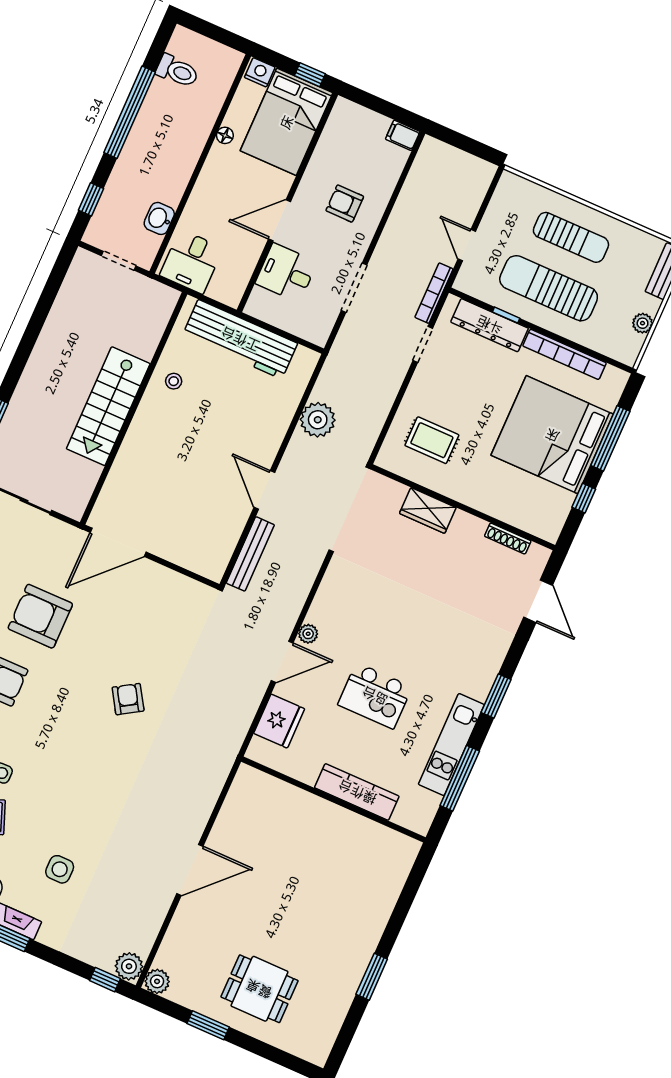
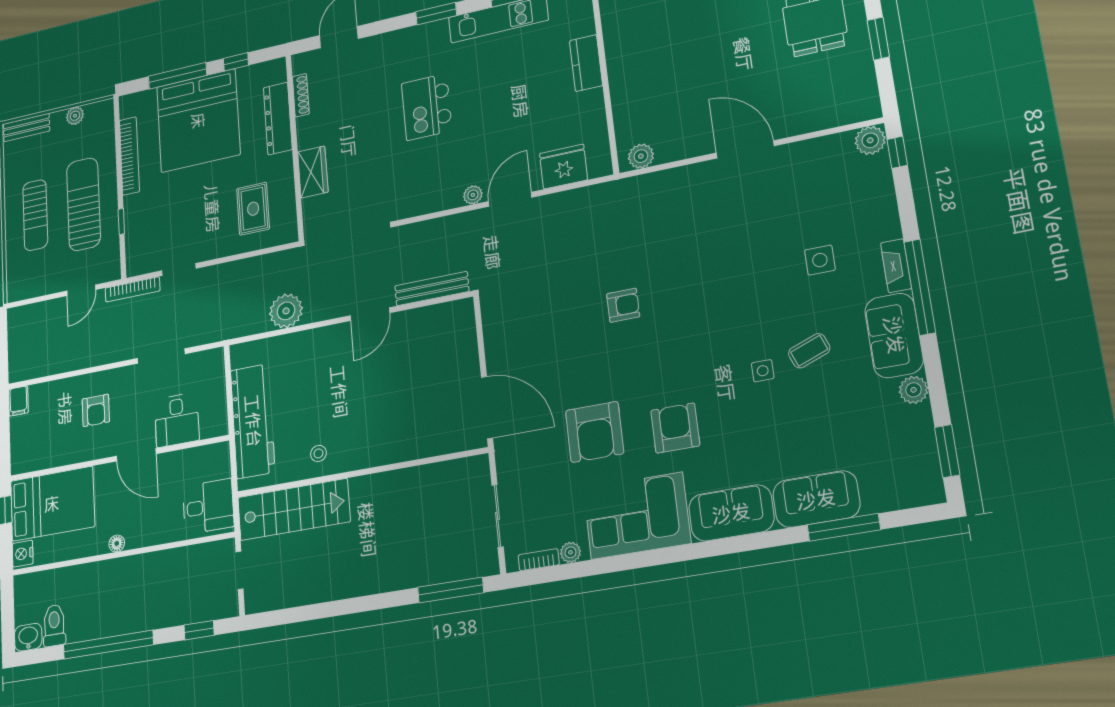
floor lamp: (225, 135) -> (117, 543), moved
washbasin: (159, 218) -> (28, 637), moved, turned 180
sun lounger: (571, 237) -> (35, 215), turned 180
sun lounger: (549, 288) -> (83, 204), turned 180
dresser: (490, 325) -> (278, 118), moved, turned 180
stairs: (108, 406) -> (294, 509), moved
door: (282, 662) -> (510, 199), hinge flipped
kitchen island: (375, 696) -> (427, 107), moved, turned 180
armchair: (128, 699) -> (623, 305), turned -148
kitchen counter: (357, 792) -> (586, 63), width x0.67
plant: (157, 981) -> (641, 156), moved

